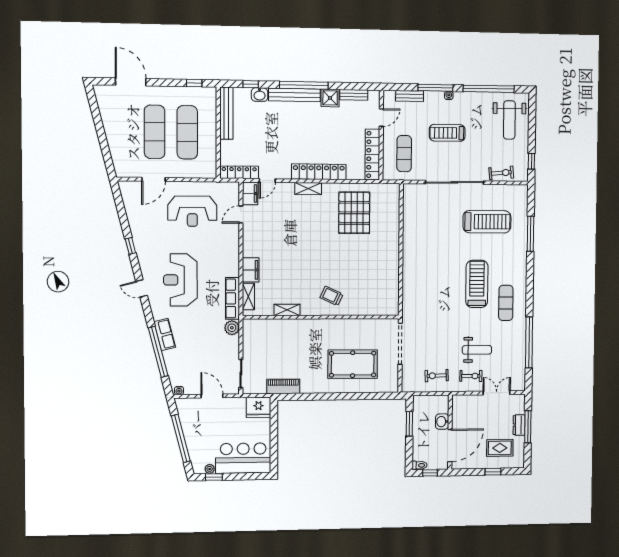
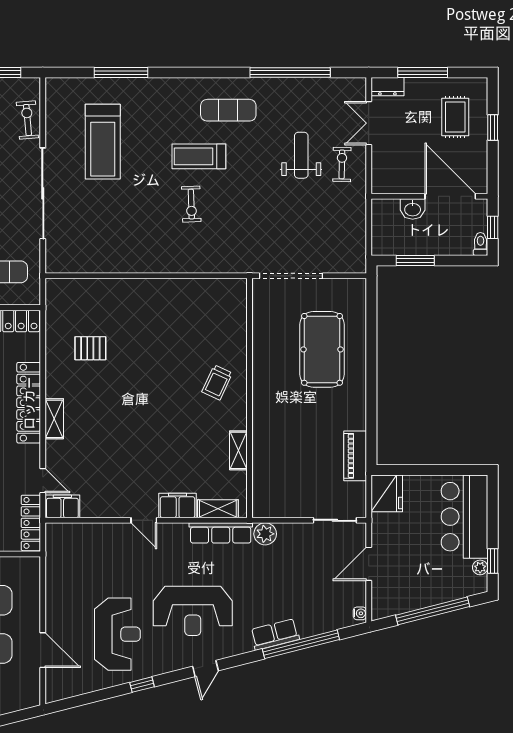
reception desk: (192, 211) -> (117, 634), moved
pallet: (354, 213) -> (90, 348), width x0.49, depth x0.50
door: (241, 215) -> (144, 520), moved
treadmill: (487, 222) -> (103, 142), turned 180
treadmill: (477, 284) -> (199, 156), width x0.73, depth x0.73
exercise bike: (437, 376) -> (191, 204), moved
dresser: (519, 425) -> (387, 87), moved

